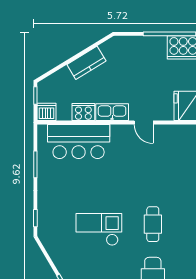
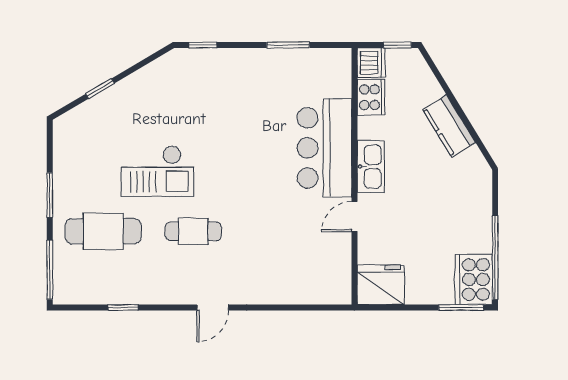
cooker: (83, 112) -> (371, 97), moved
bar counter: (79, 141) -> (324, 148), moved
checkout: (99, 230) -> (158, 171), moved, turned 90

